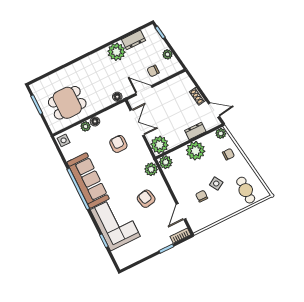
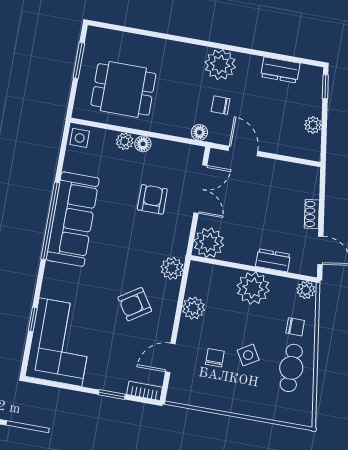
plant: (116, 52) -> (220, 65), moved
chair: (153, 71) -> (221, 105), moved
plant: (166, 162) -> (193, 308), moved
cafe table: (246, 190) -> (291, 368), moved
armchair: (146, 199) -> (135, 304), turned -111
corner sofa: (115, 223) -> (60, 342), moved

